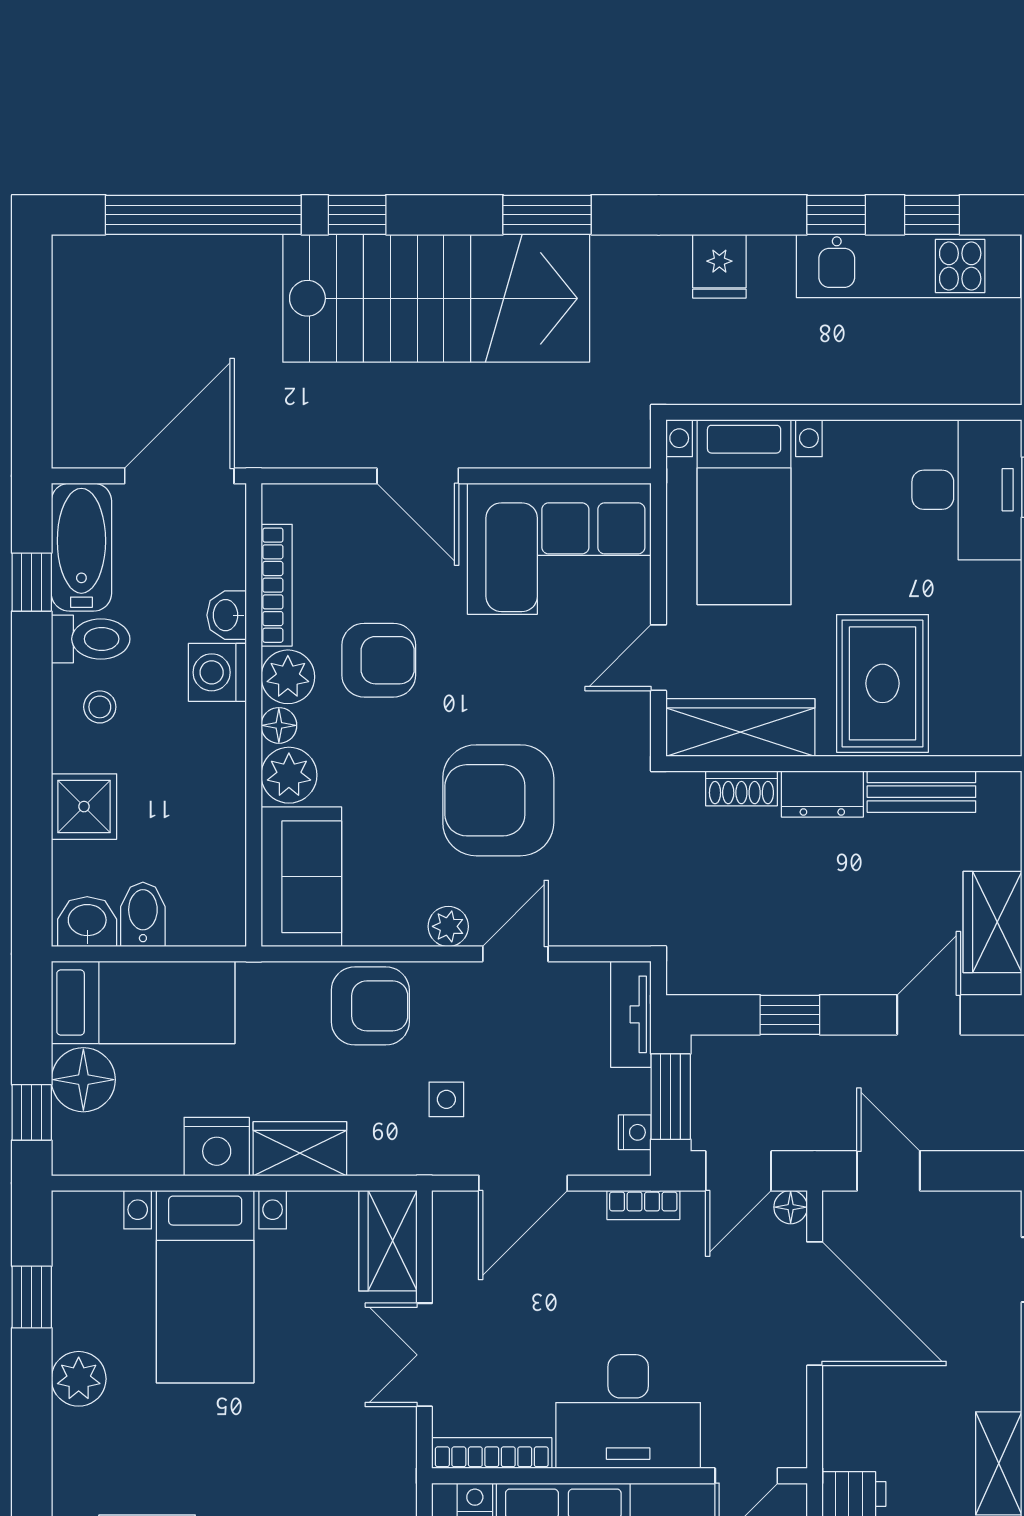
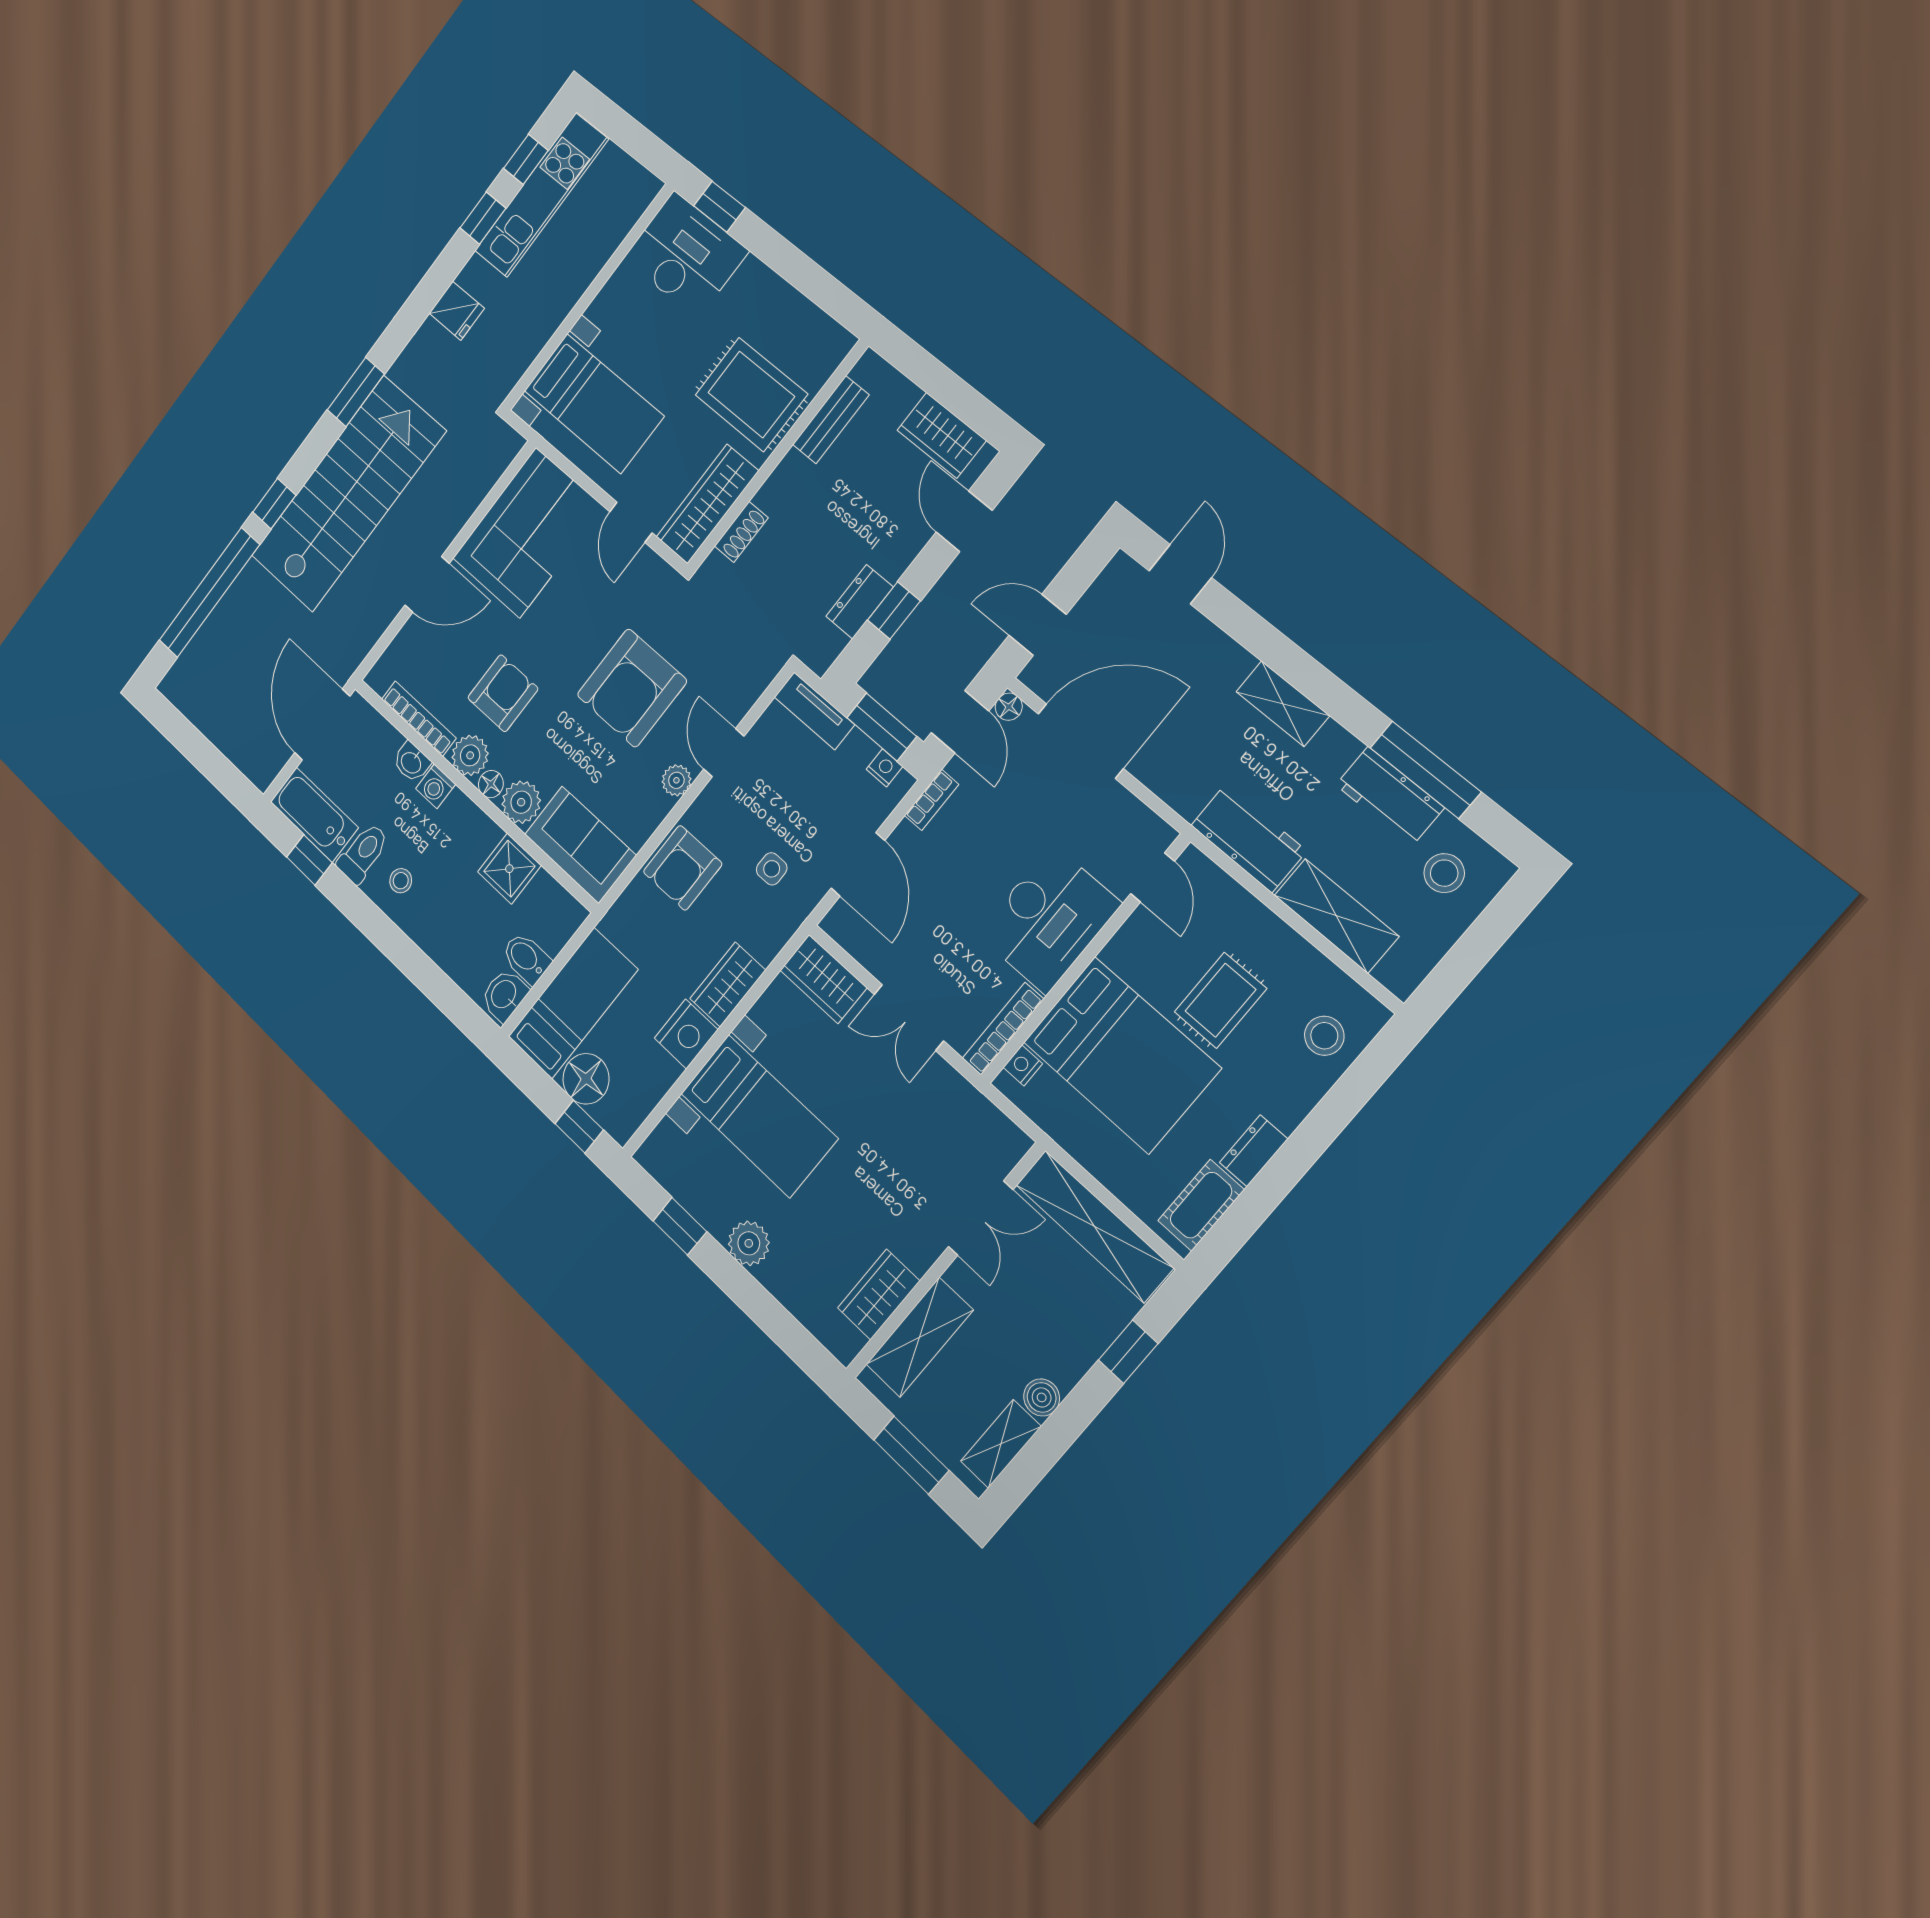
washing machine: (217, 672) -> (436, 786), width x0.73, depth x0.73
dresser: (822, 794) -> (860, 602), moved, turned 180
shower: (84, 807) -> (509, 869), moved
armchair: (370, 1006) -> (683, 868), turned 180

